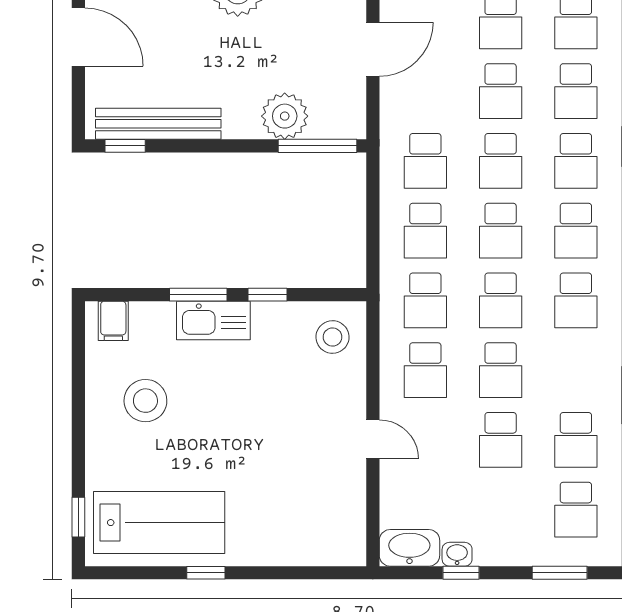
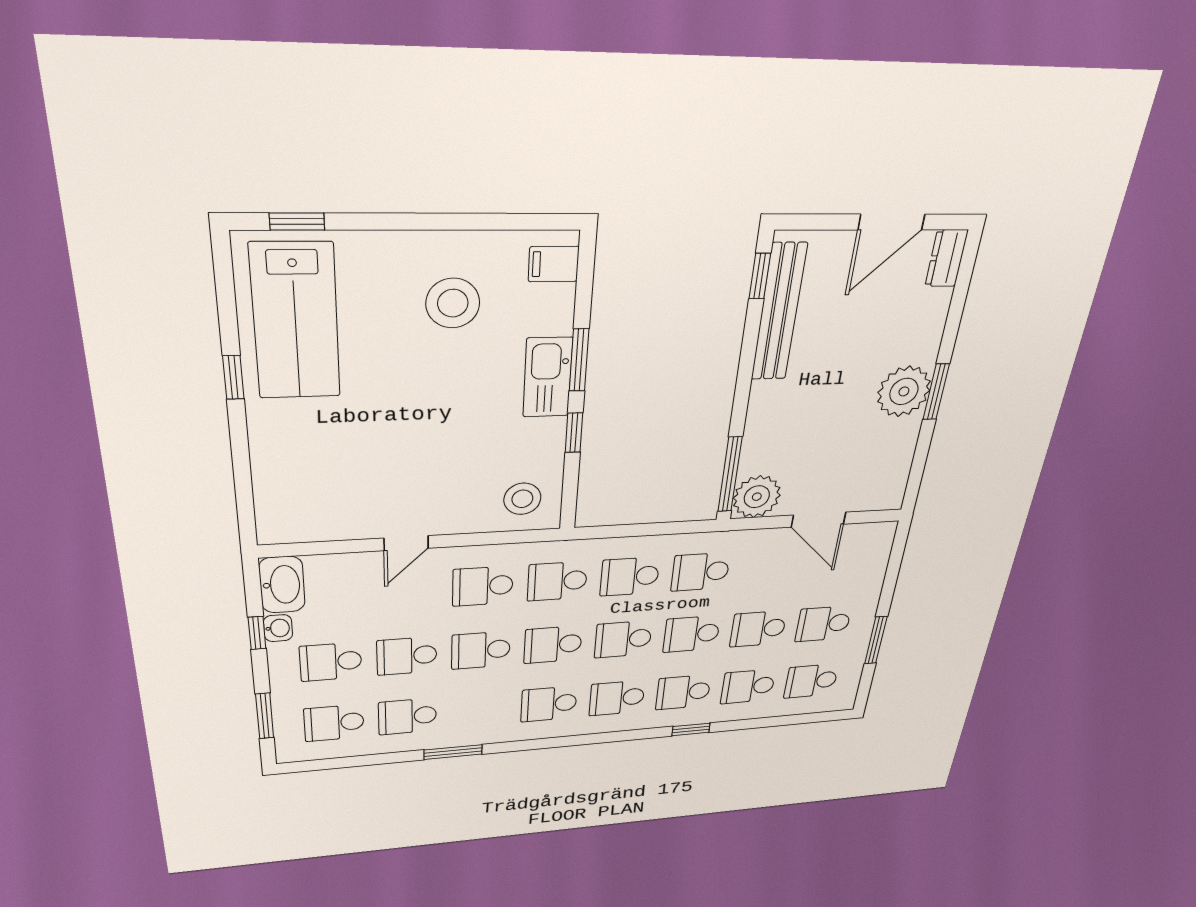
plant: (285, 116) -> (757, 497), moved
school desk: (501, 510) -> (331, 662), added

